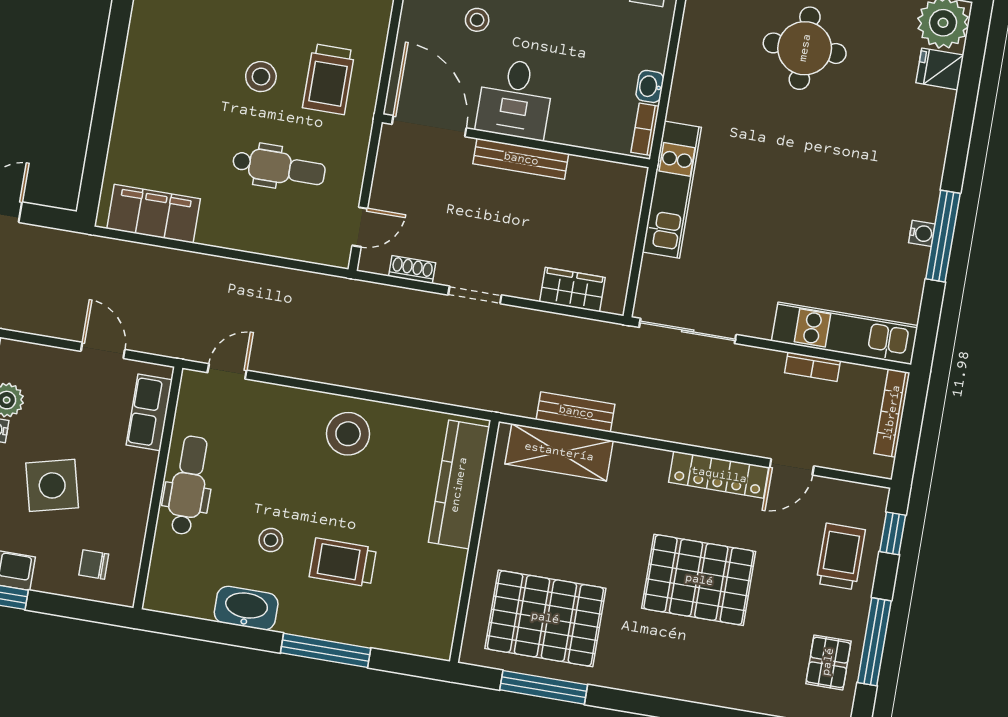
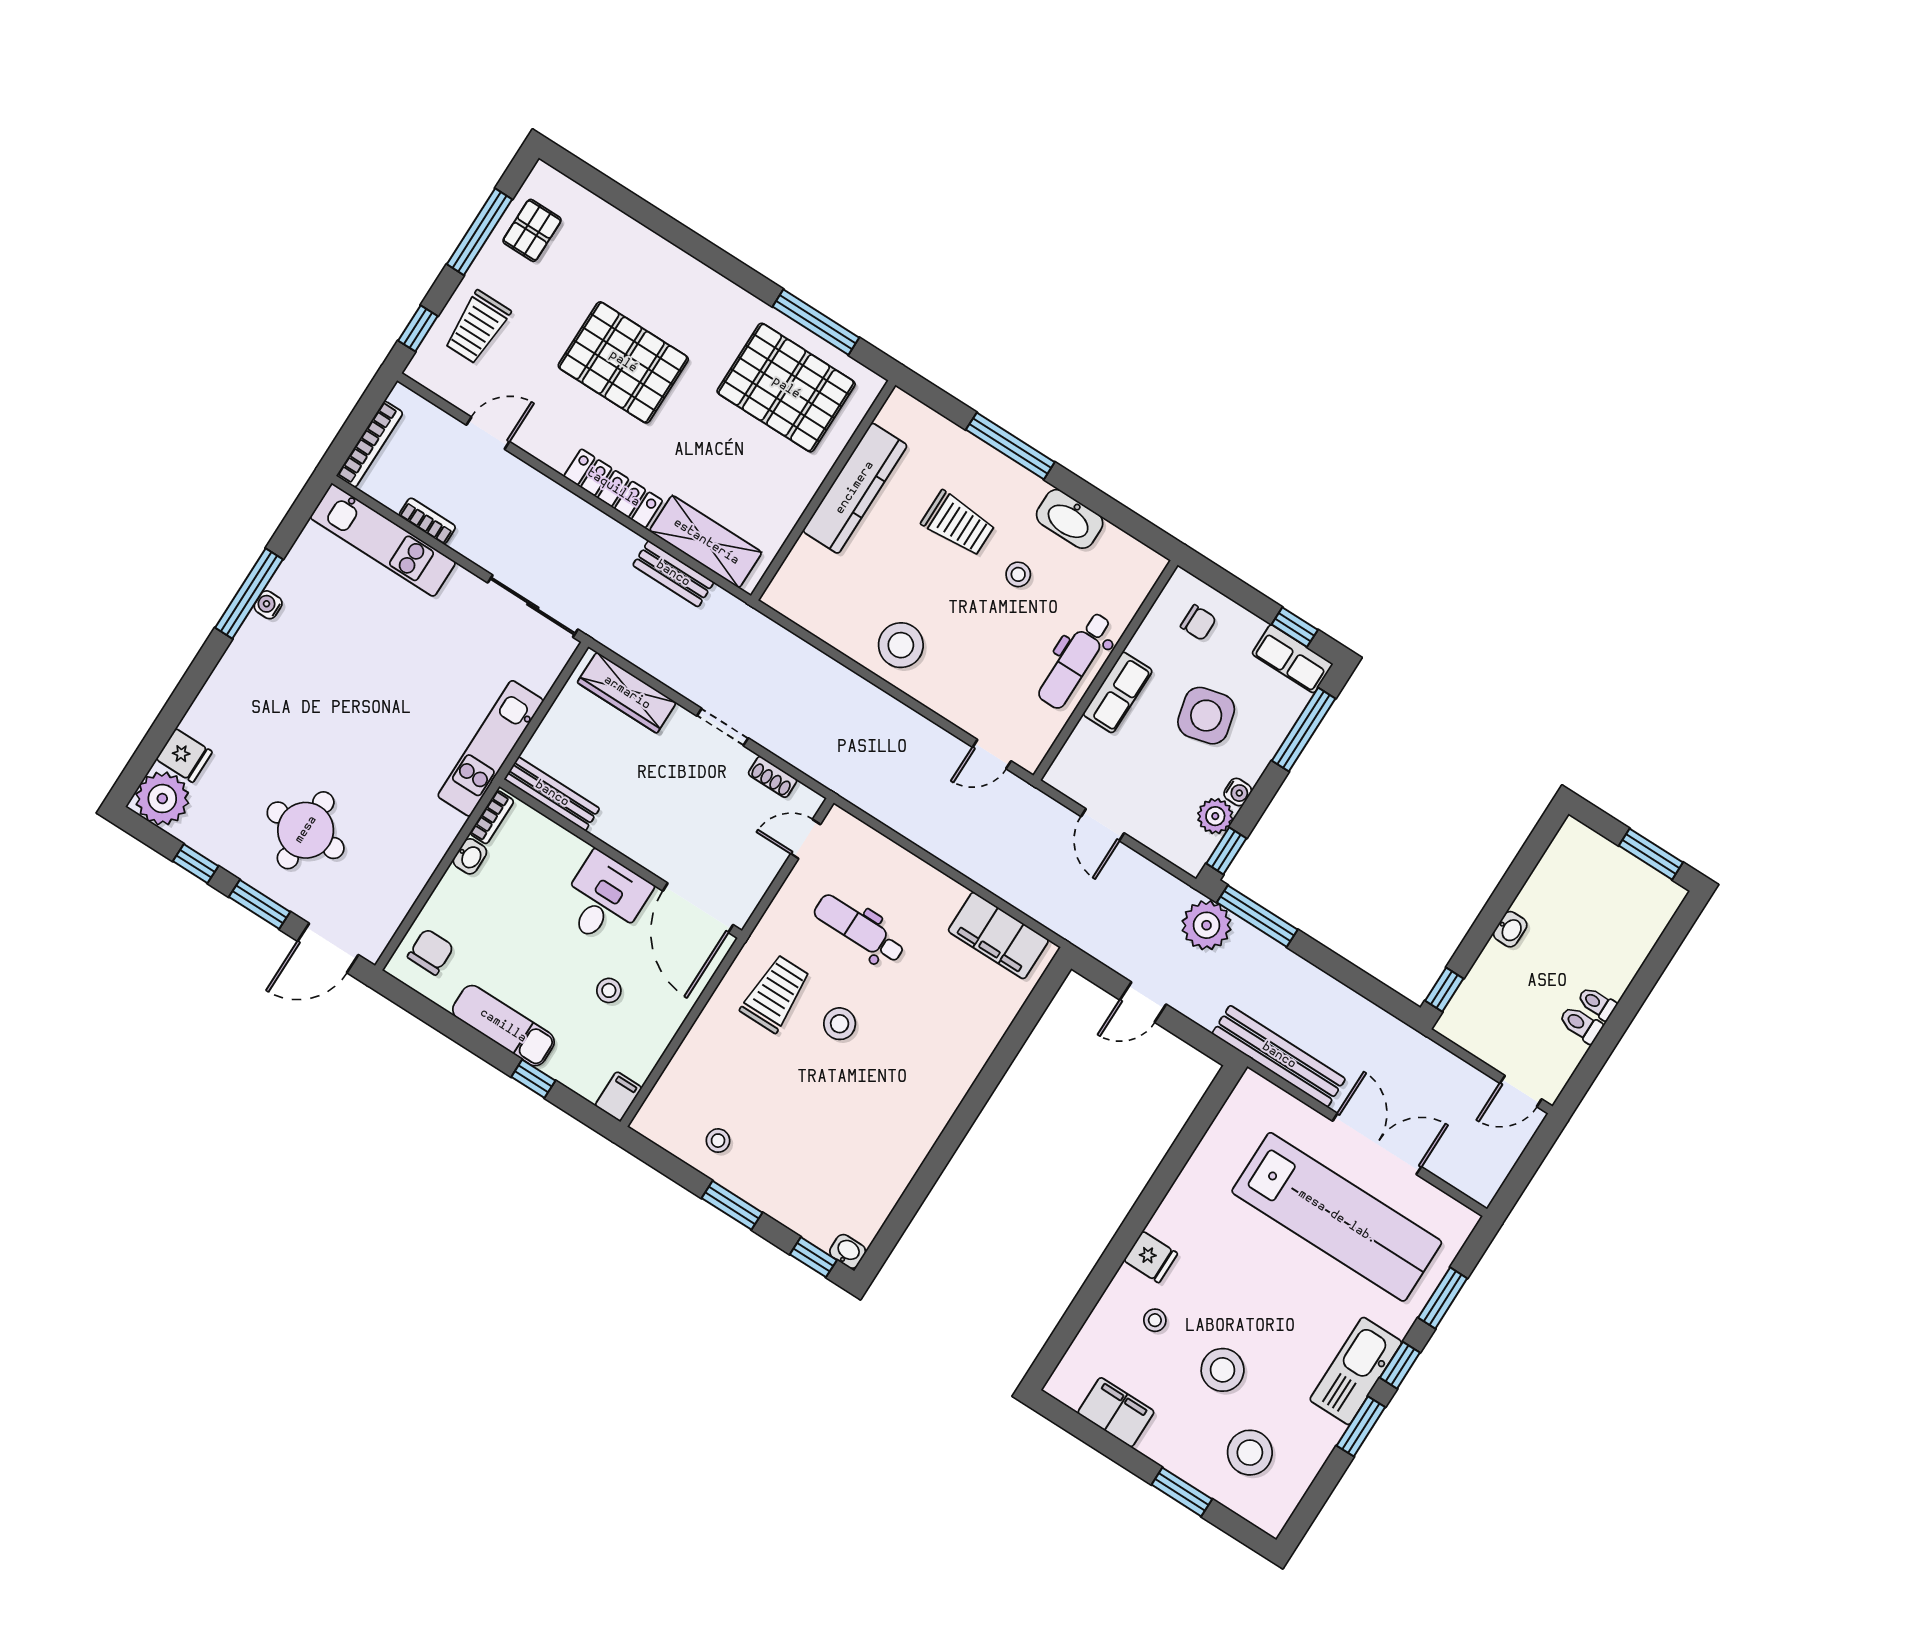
bench: (521, 159) -> (552, 794), moved
wardrobe: (572, 290) -> (627, 693), width x1.50
row of seats: (149, 412) -> (1118, 692), moved
locker: (719, 475) -> (613, 488), moved
kitchen counter: (459, 485) -> (855, 488), moved

